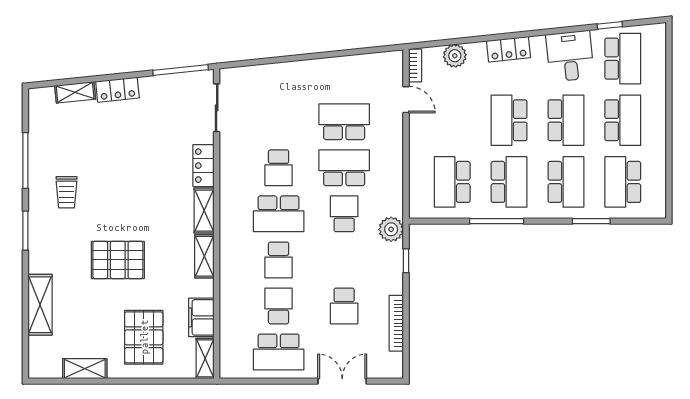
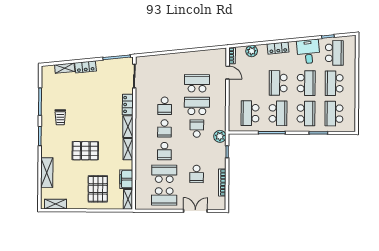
school desk: (623, 120) -> (334, 83), turned 180
school desk: (279, 214) -> (164, 128), width x0.54
school desk: (279, 306) -> (164, 174), width x1.85
shelving: (85, 369) -> (56, 204), moved

